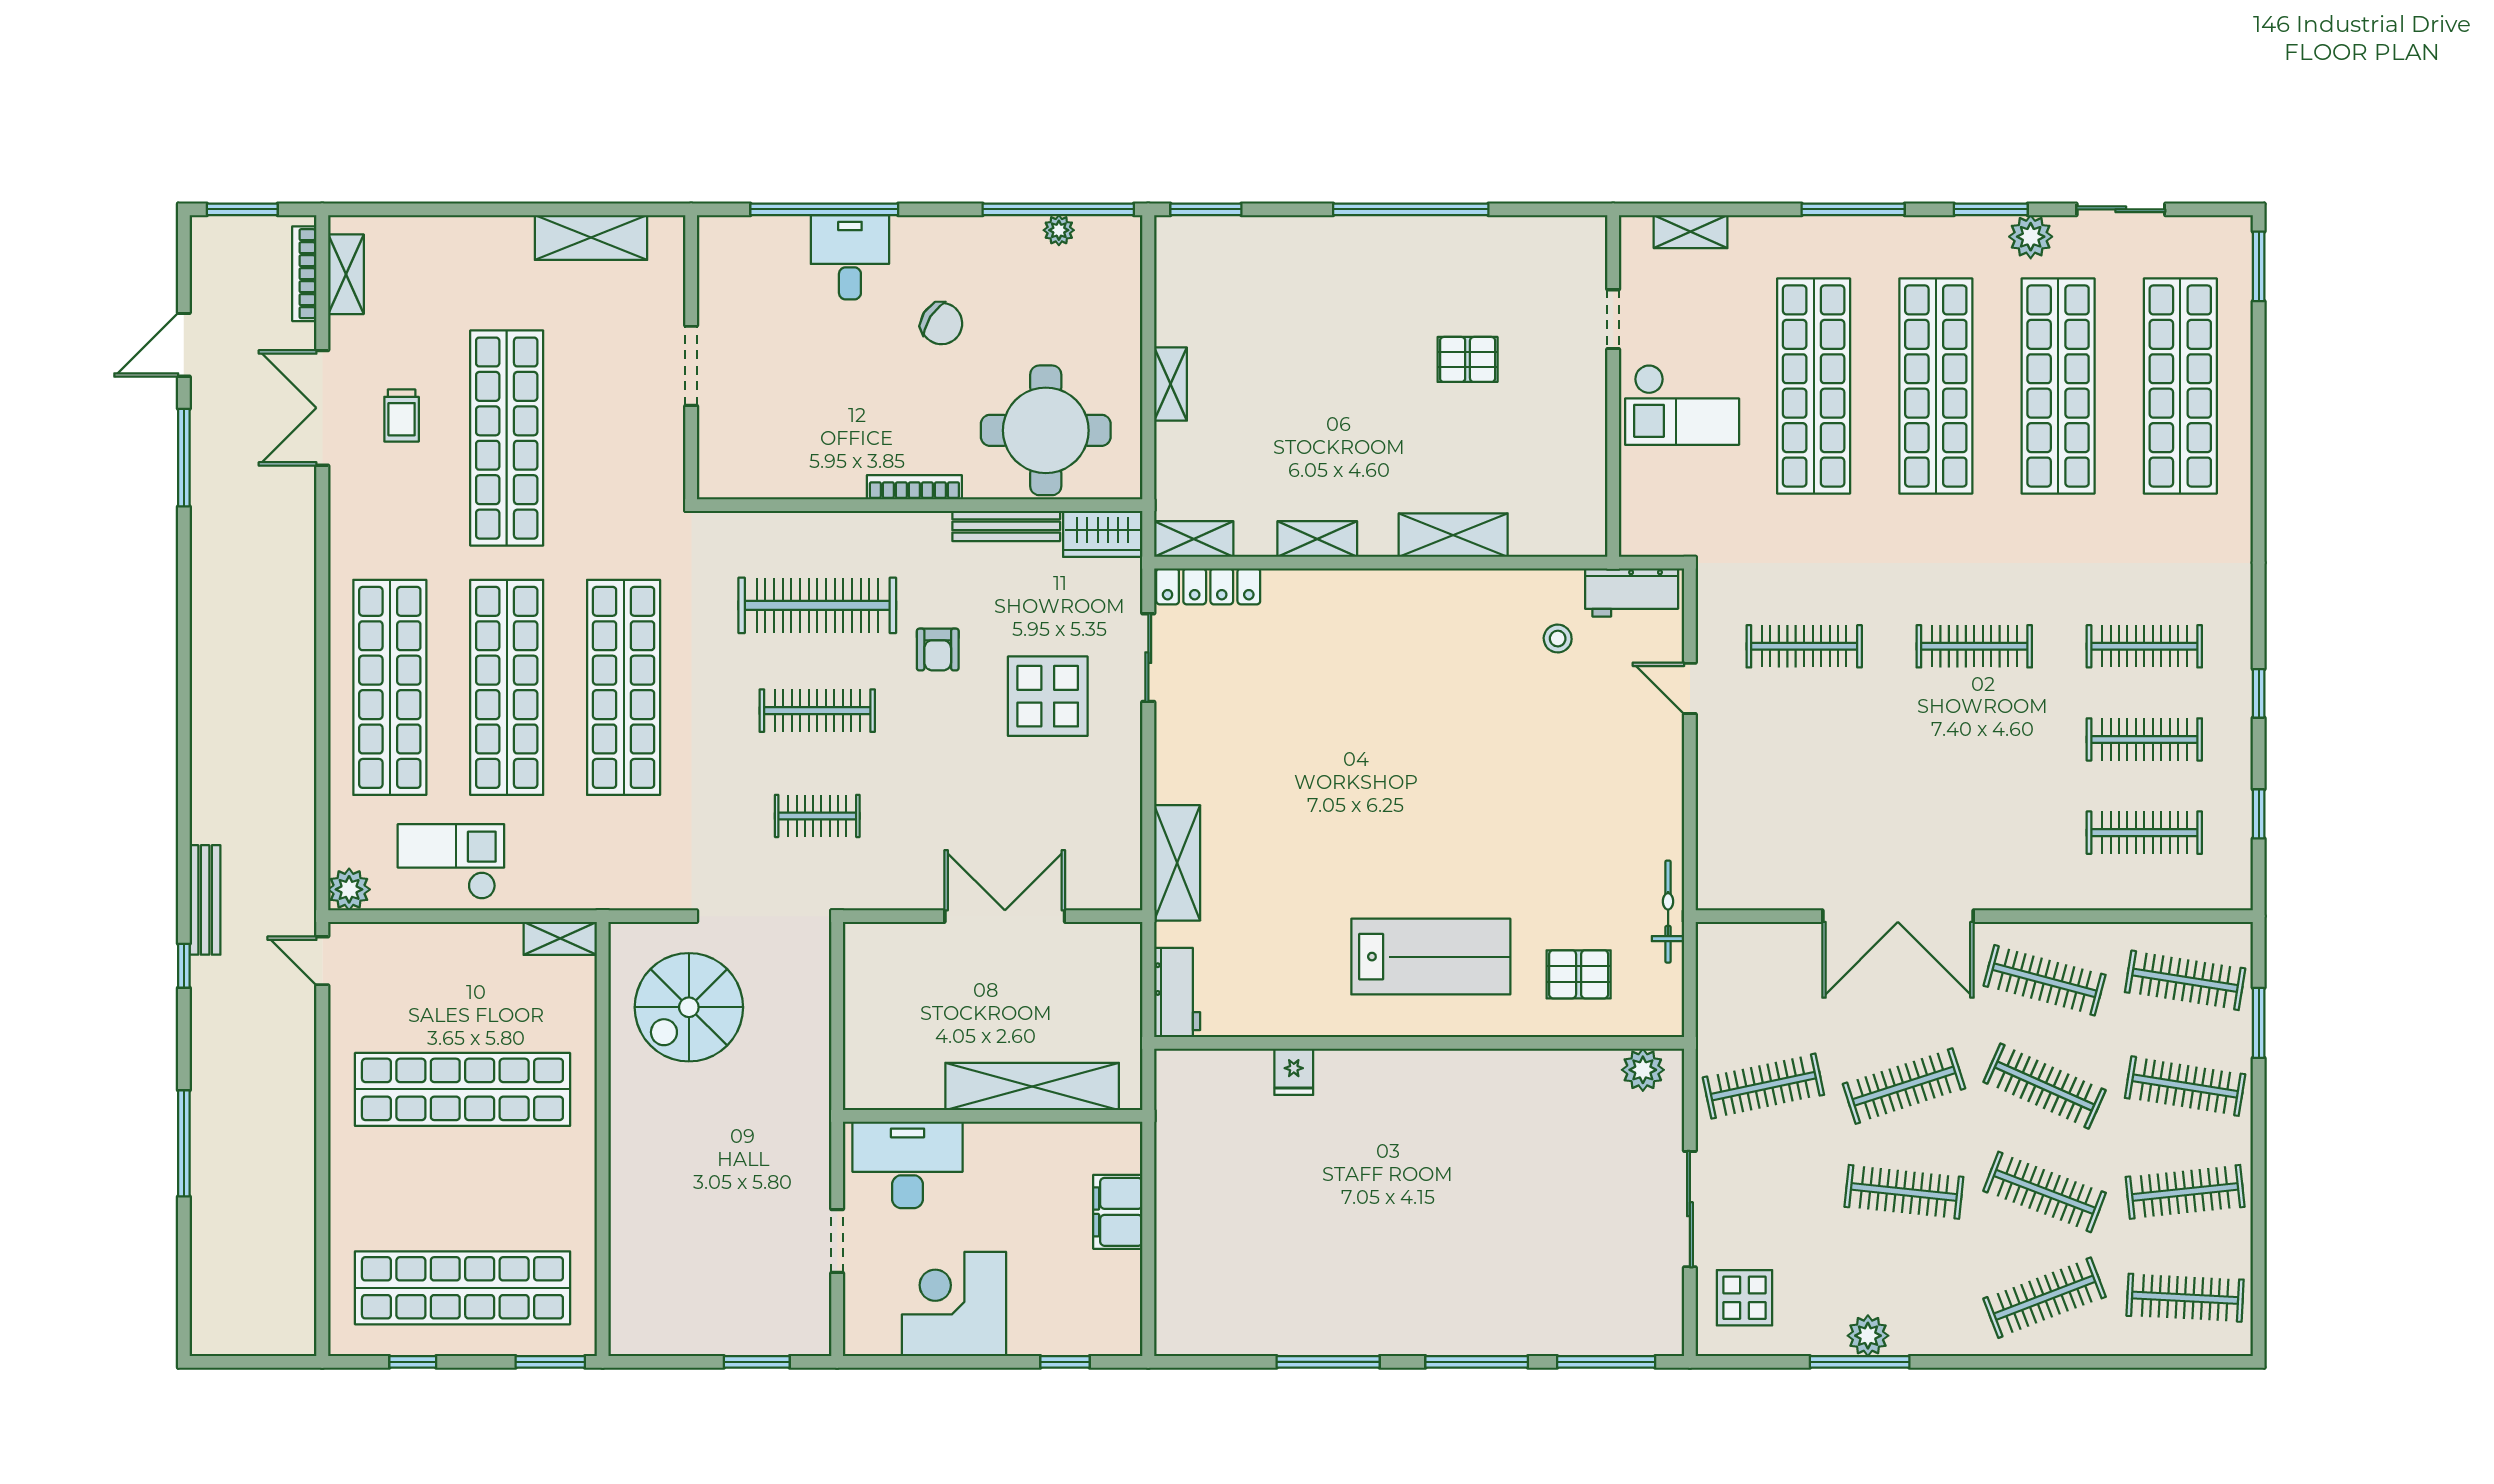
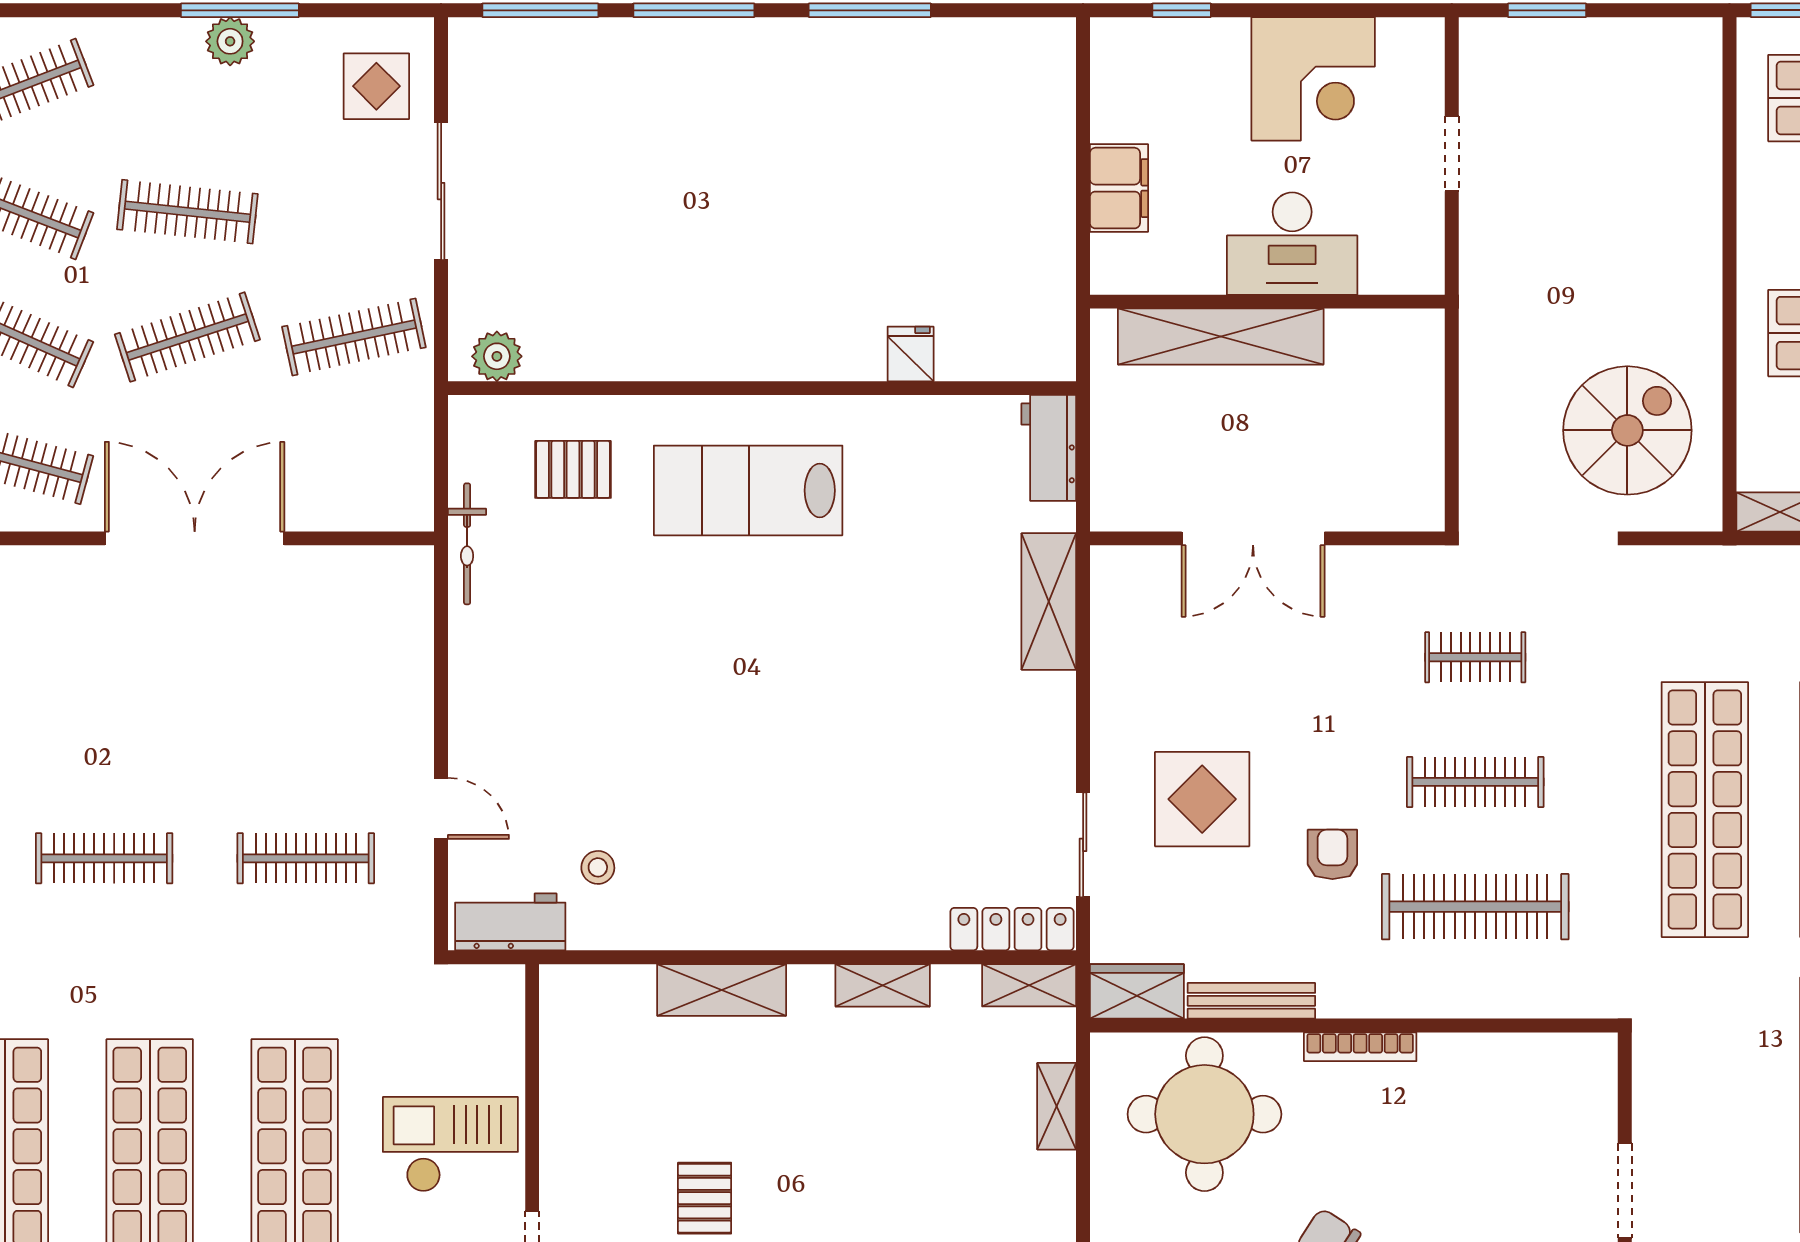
pallet: (1468, 359) -> (705, 1198), turned 90
shelving: (1170, 384) -> (1057, 1106), moved
desk: (908, 1165) -> (1292, 244), moved

